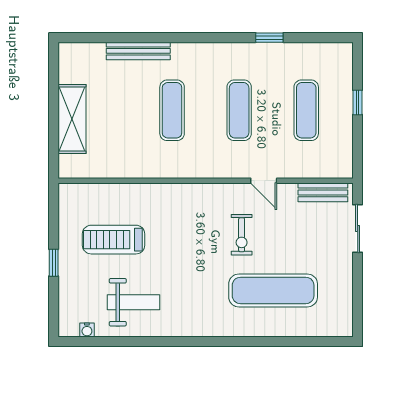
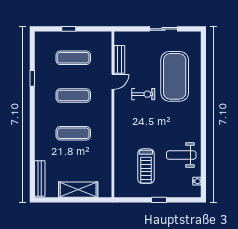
bench: (138, 51) -> (40, 178), moved
bench: (323, 192) -> (119, 59), moved
sliding door: (358, 228) -> (163, 29), moved
exercise mat: (273, 290) -> (175, 76), width x1.47
weight bench: (133, 302) -> (181, 155), turned -90

